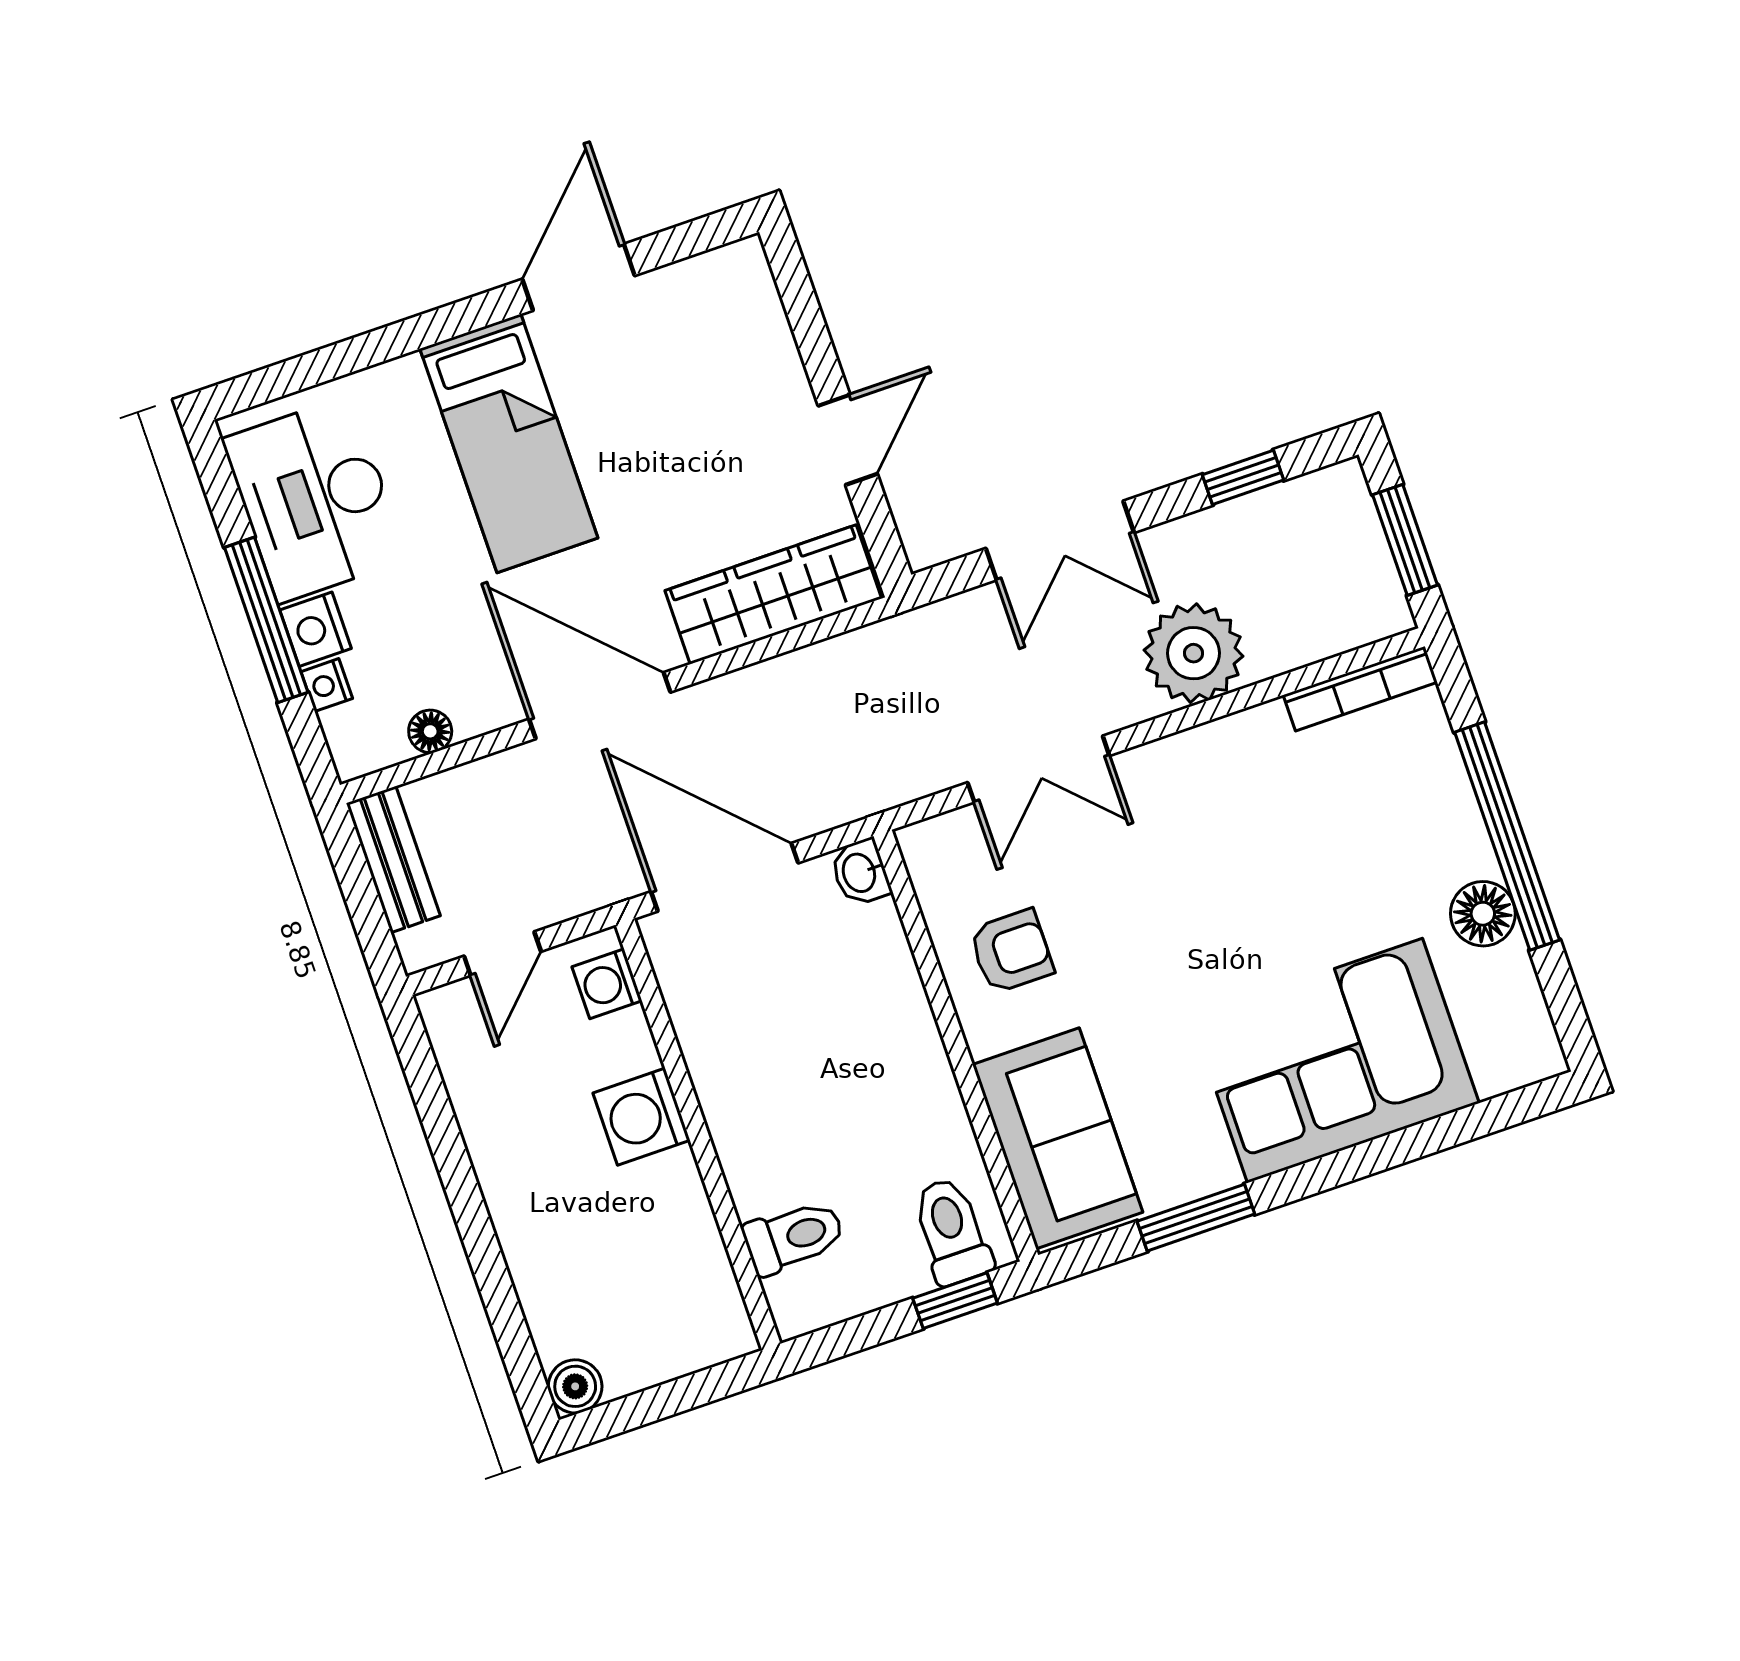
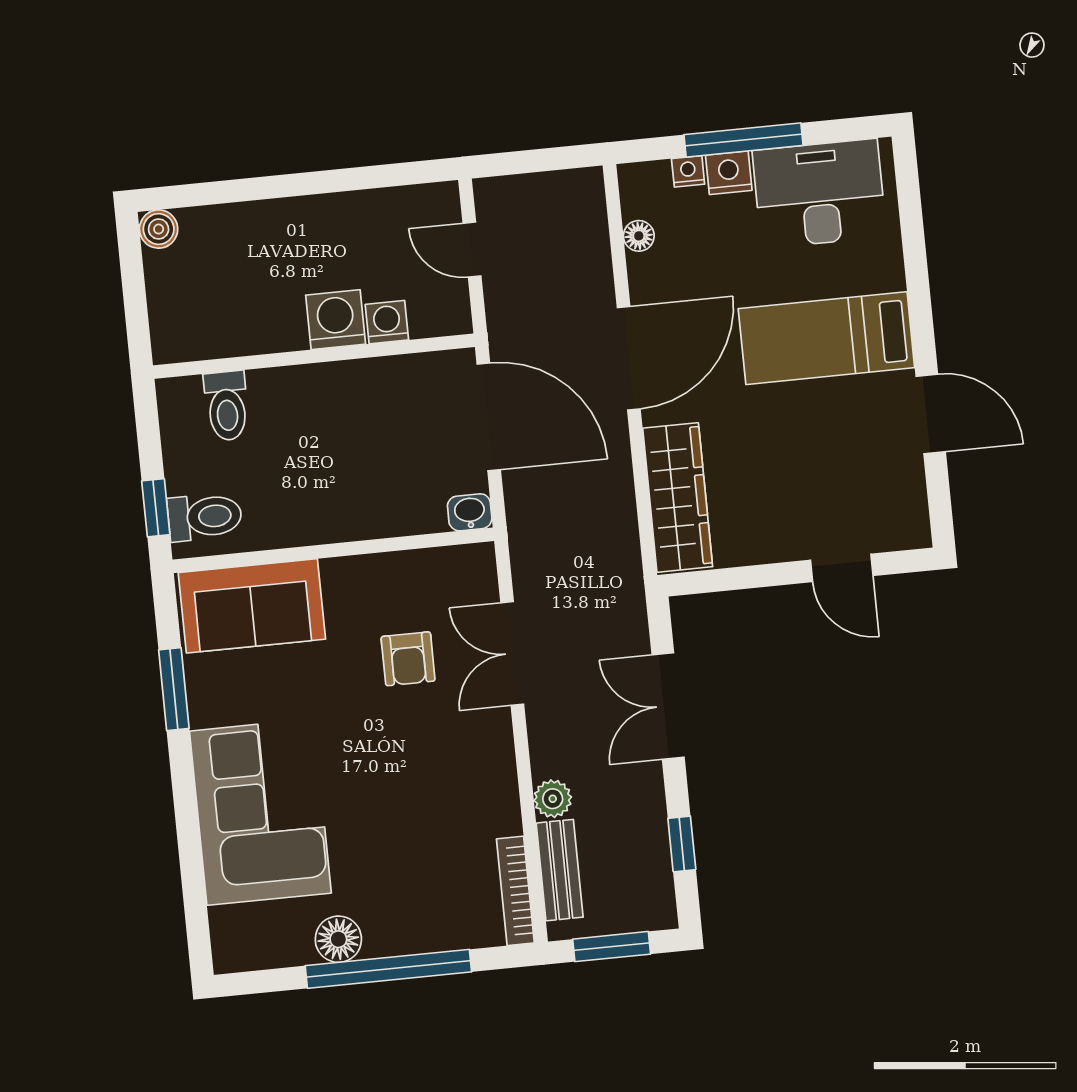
door: (848, 440) -> (842, 568), moved
plant: (1194, 653) -> (553, 799), width x0.53, depth x0.53
bench: (393, 859) -> (560, 870), moved, turned 90
door: (725, 877) -> (489, 417), hinge flipped
armchair: (1011, 951) -> (408, 659), moved
washing machine: (607, 984) -> (387, 322), moved

